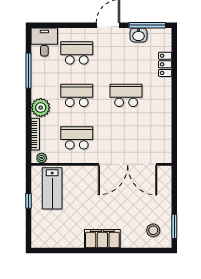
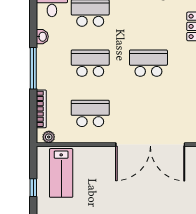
window: (29, 71) -> (33, 68), moved
washbasin: (36, 73) -> (42, 37), added
plant: (41, 108) -> (48, 77), removed

